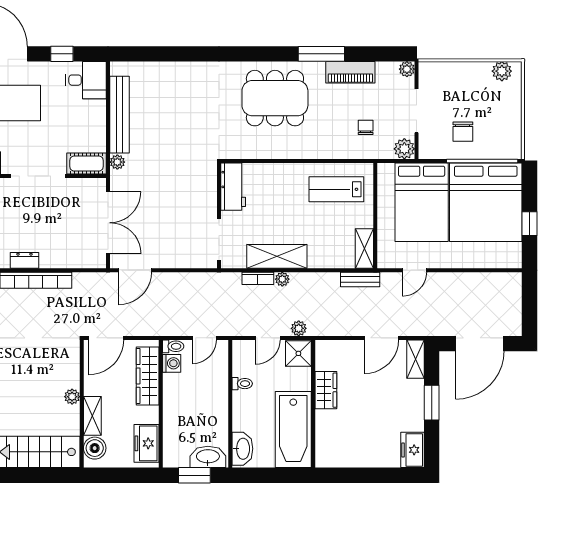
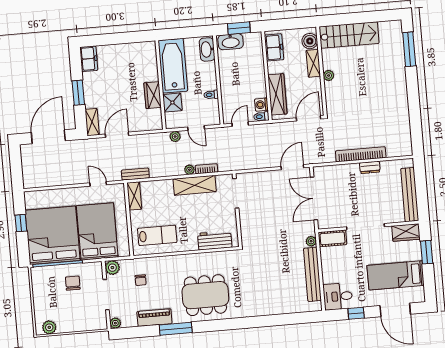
workbench: (233, 187) -> (215, 240), moved, turned 90
door: (414, 270) -> (98, 184), hinge flipped
door: (268, 338) -> (196, 128), swing flipped
shower: (298, 353) -> (172, 103), moved

